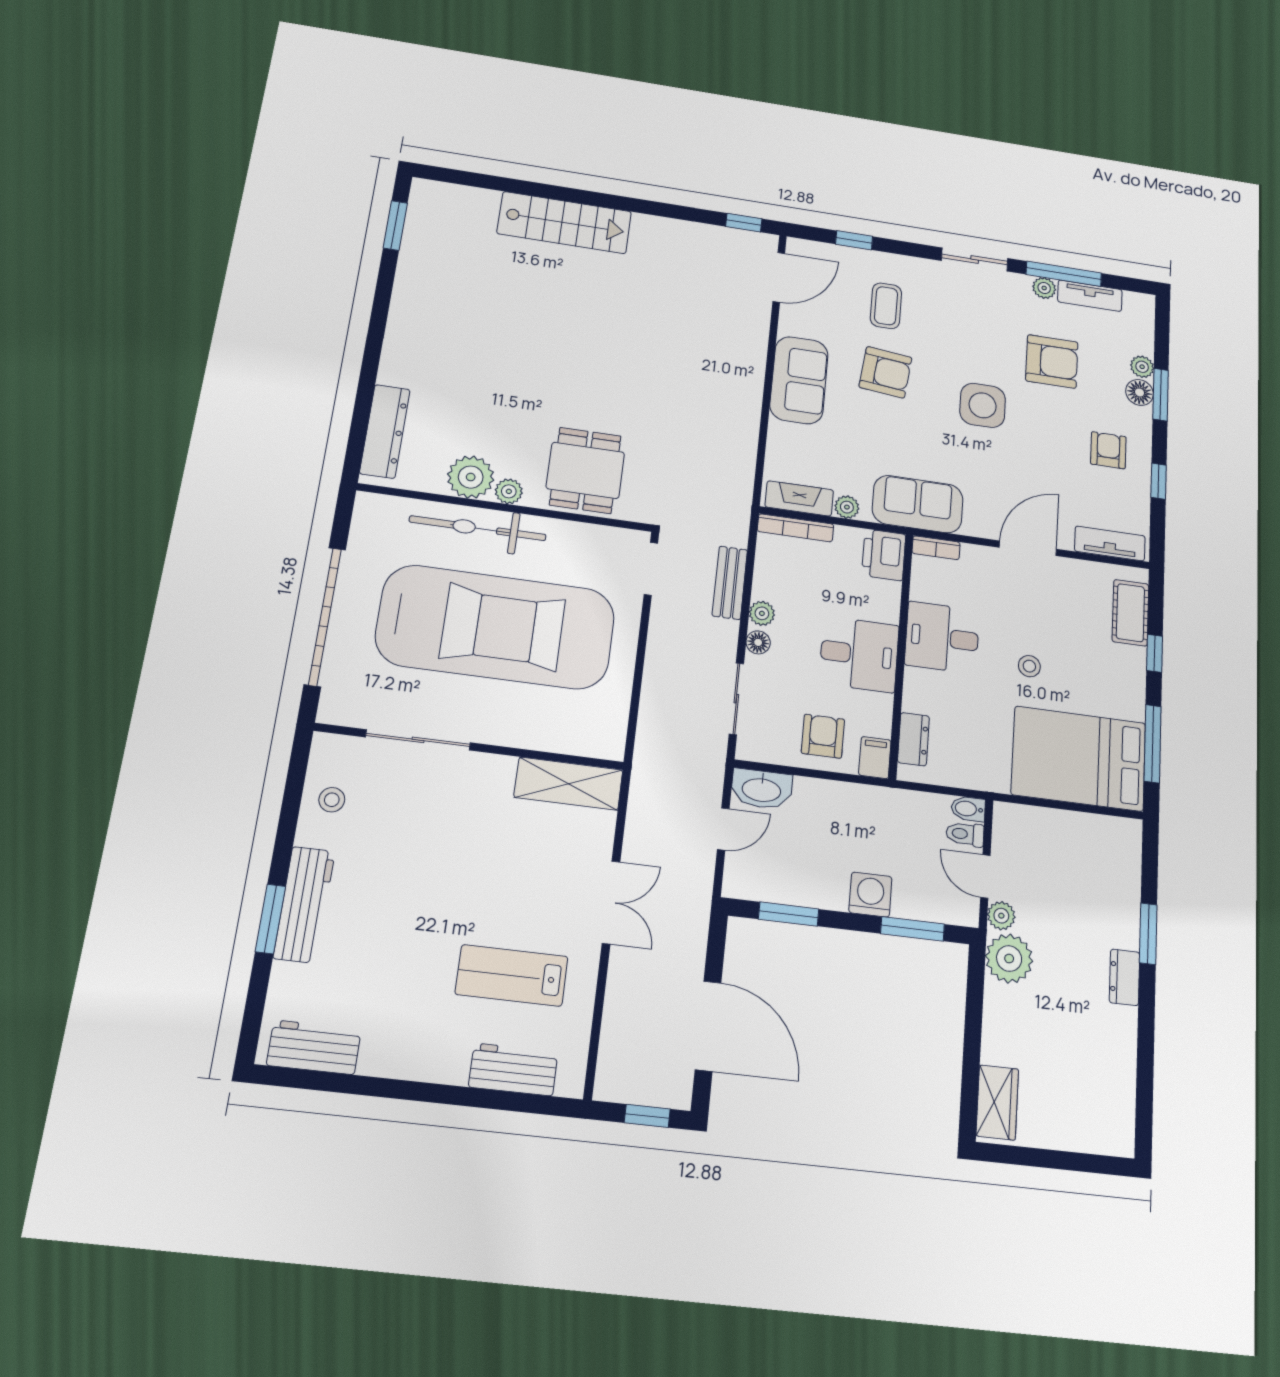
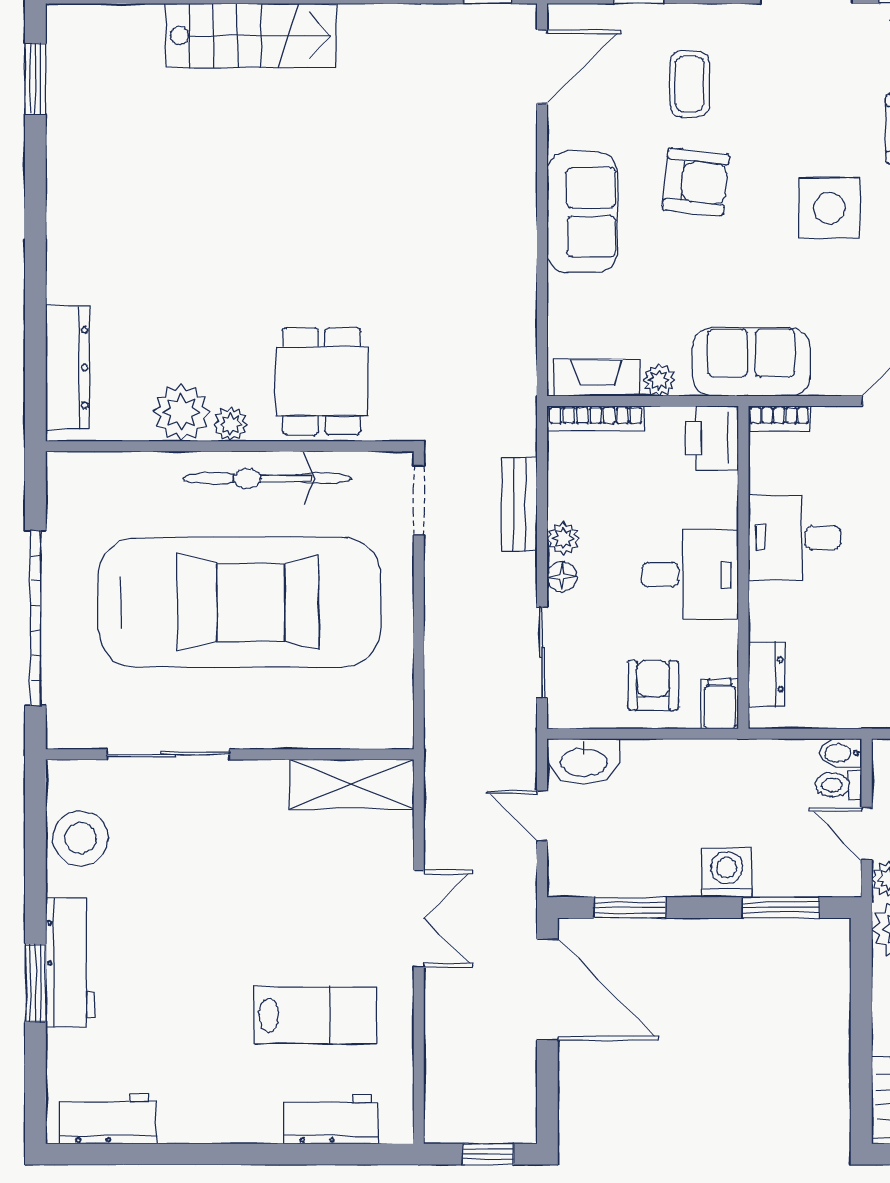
bicycle: (478, 528) -> (267, 479), moved
stool: (332, 800) -> (81, 838), width x1.89, depth x1.89
door: (723, 829) -> (542, 816), swing flipped
lab bench: (512, 975) -> (315, 1015), turned 180
door: (708, 1026) -> (547, 990), moved

